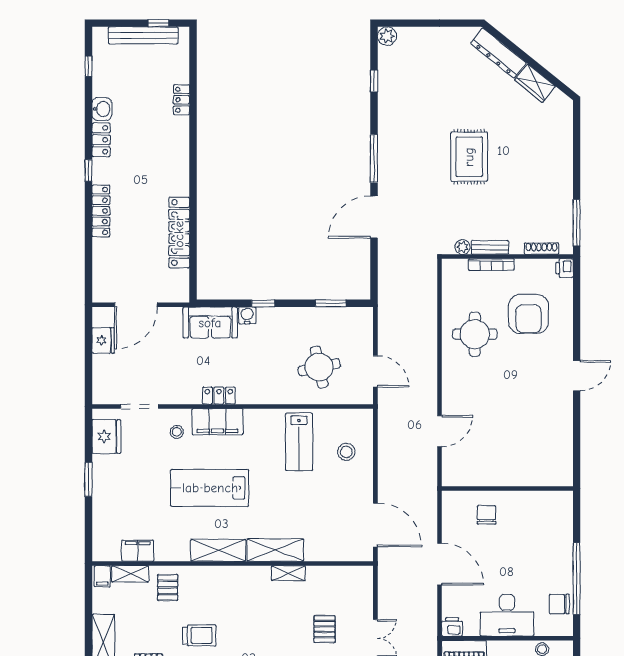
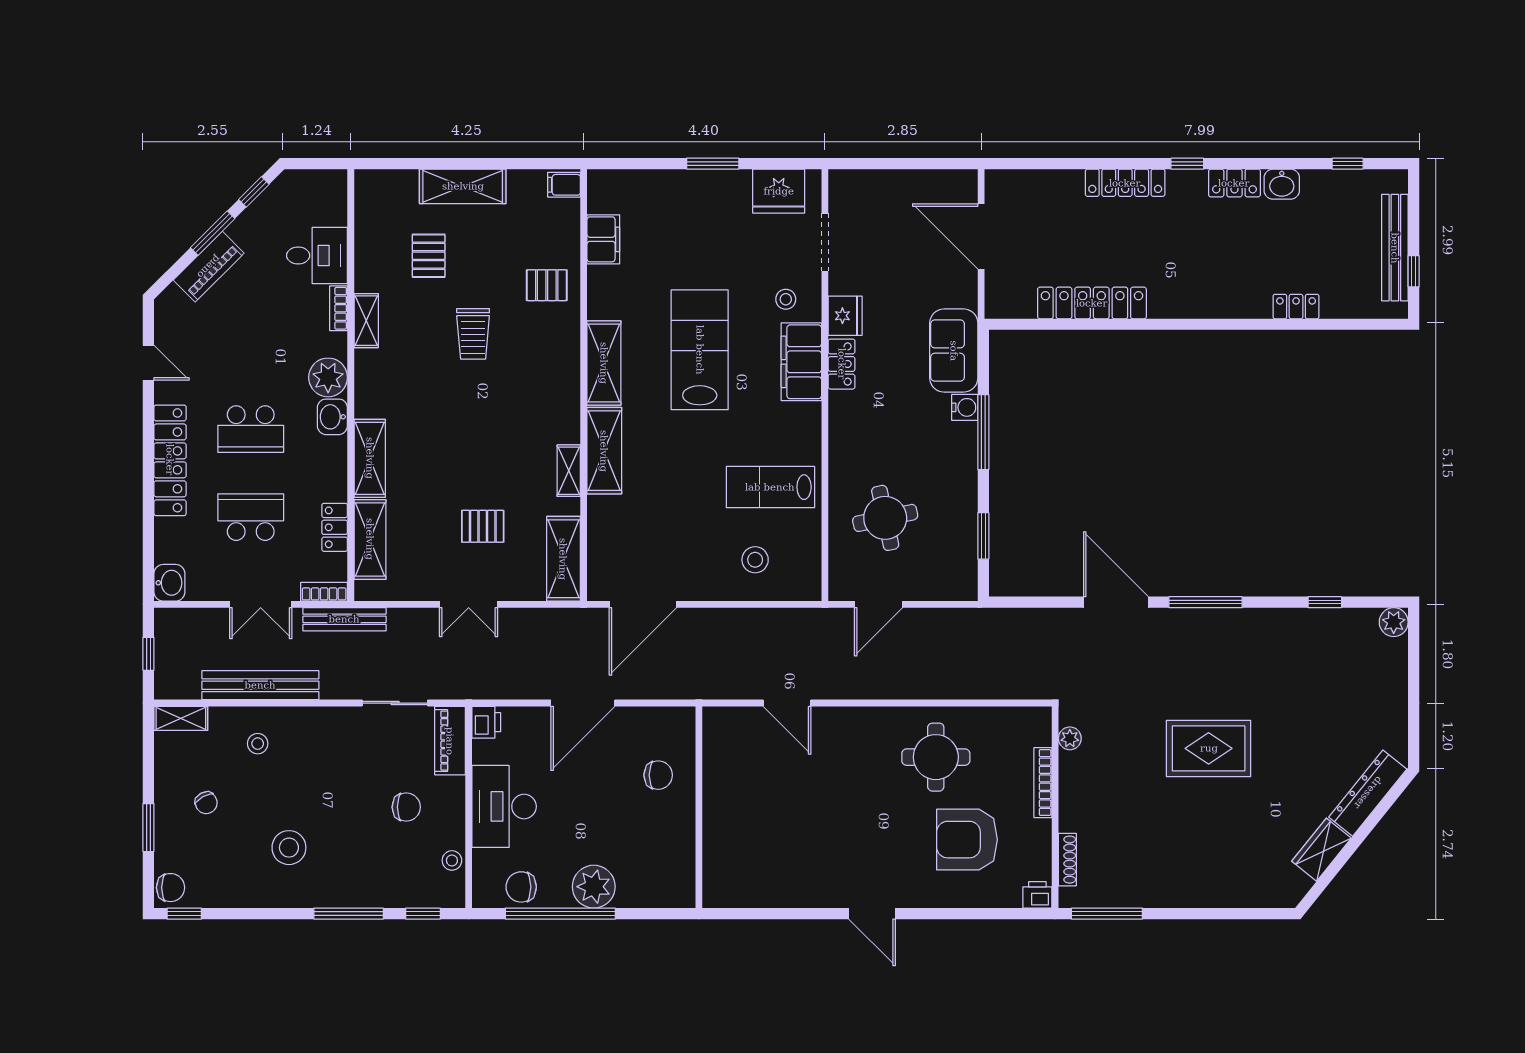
bench: (490, 247) -> (1069, 780), removed
window: (263, 303) -> (983, 432), width x2.17
fridge: (103, 340) -> (845, 316), moved, turned -90
plant: (559, 557) -> (594, 887), added
shelving: (130, 574) -> (563, 559), moved, width x1.50, depth x1.33
chair: (559, 604) -> (521, 887), turned -90

